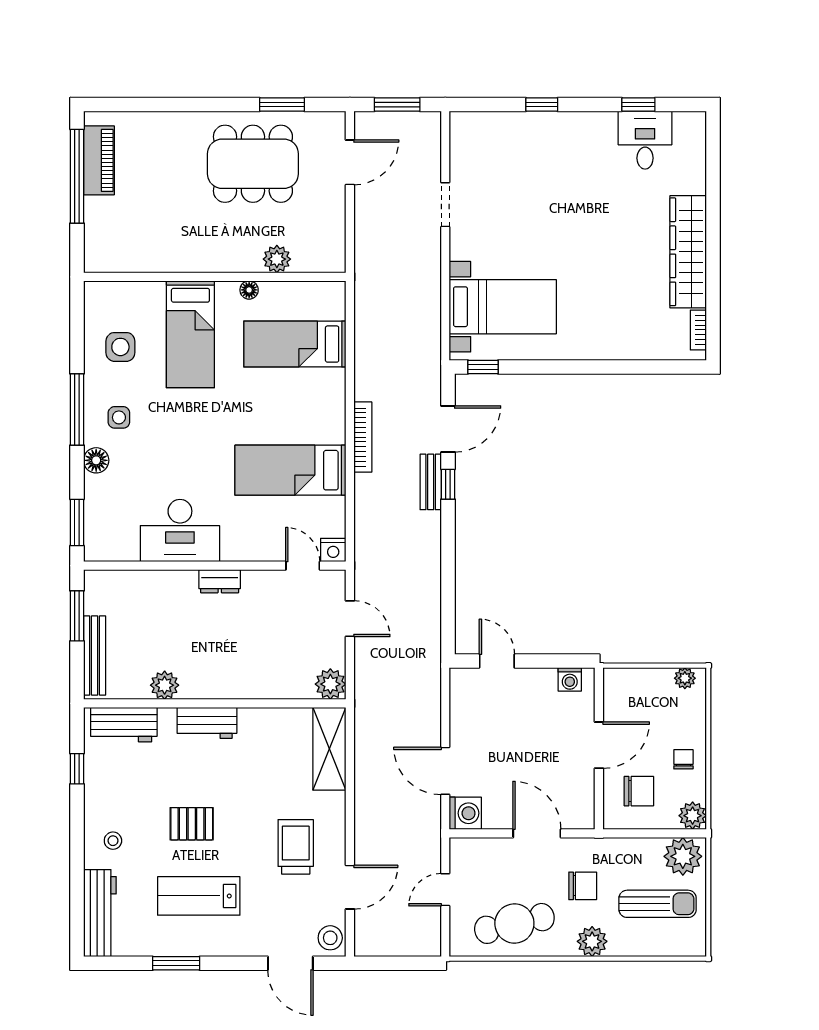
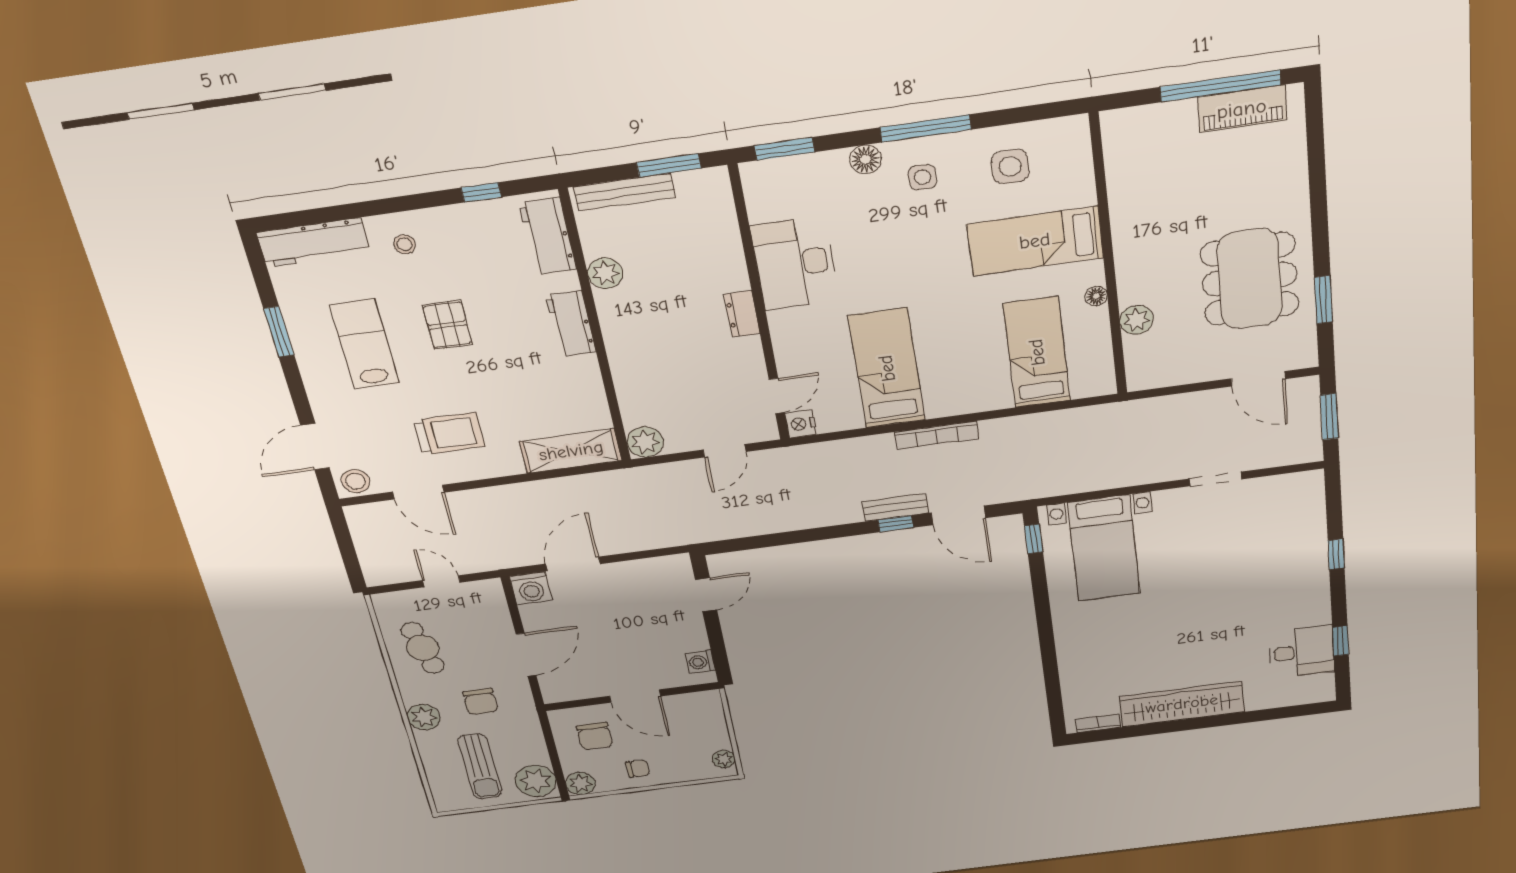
cafe table: (514, 923) -> (423, 648), width x0.73, depth x0.74

